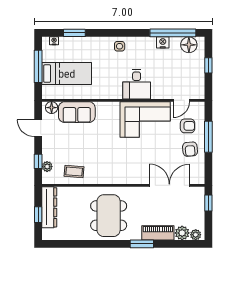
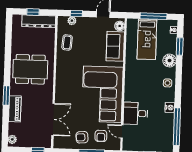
nightstand: (163, 42) -> (170, 108), moved
floor lamp: (189, 45) -> (170, 61), moved
desk: (137, 84) -> (136, 113), moved
corner sofa: (145, 119) -> (102, 94), width x1.36, depth x1.36
plant: (182, 233) -> (14, 128), removed

